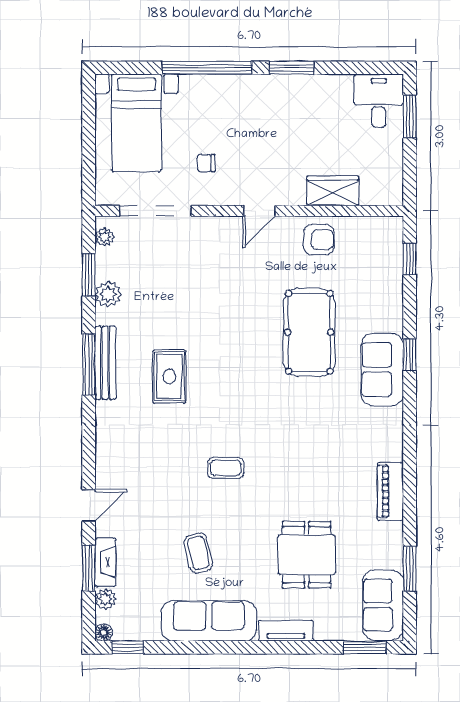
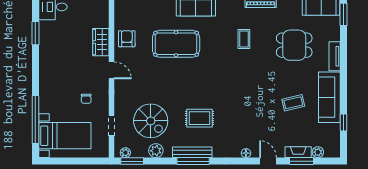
window: (207, 68) -> (35, 119), moved
window: (292, 68) -> (35, 33), moved
wardrobe: (333, 191) -> (101, 42), moved
doorway: (155, 211) -> (111, 126), width x0.53
window: (89, 275) -> (132, 161), moved
spiral stairs: (164, 285) -> (151, 121), added
coffee table: (226, 468) -> (244, 39), moved
floor lamp: (104, 633) -> (246, 153), moved
window: (128, 647) -> (344, 123), moved

